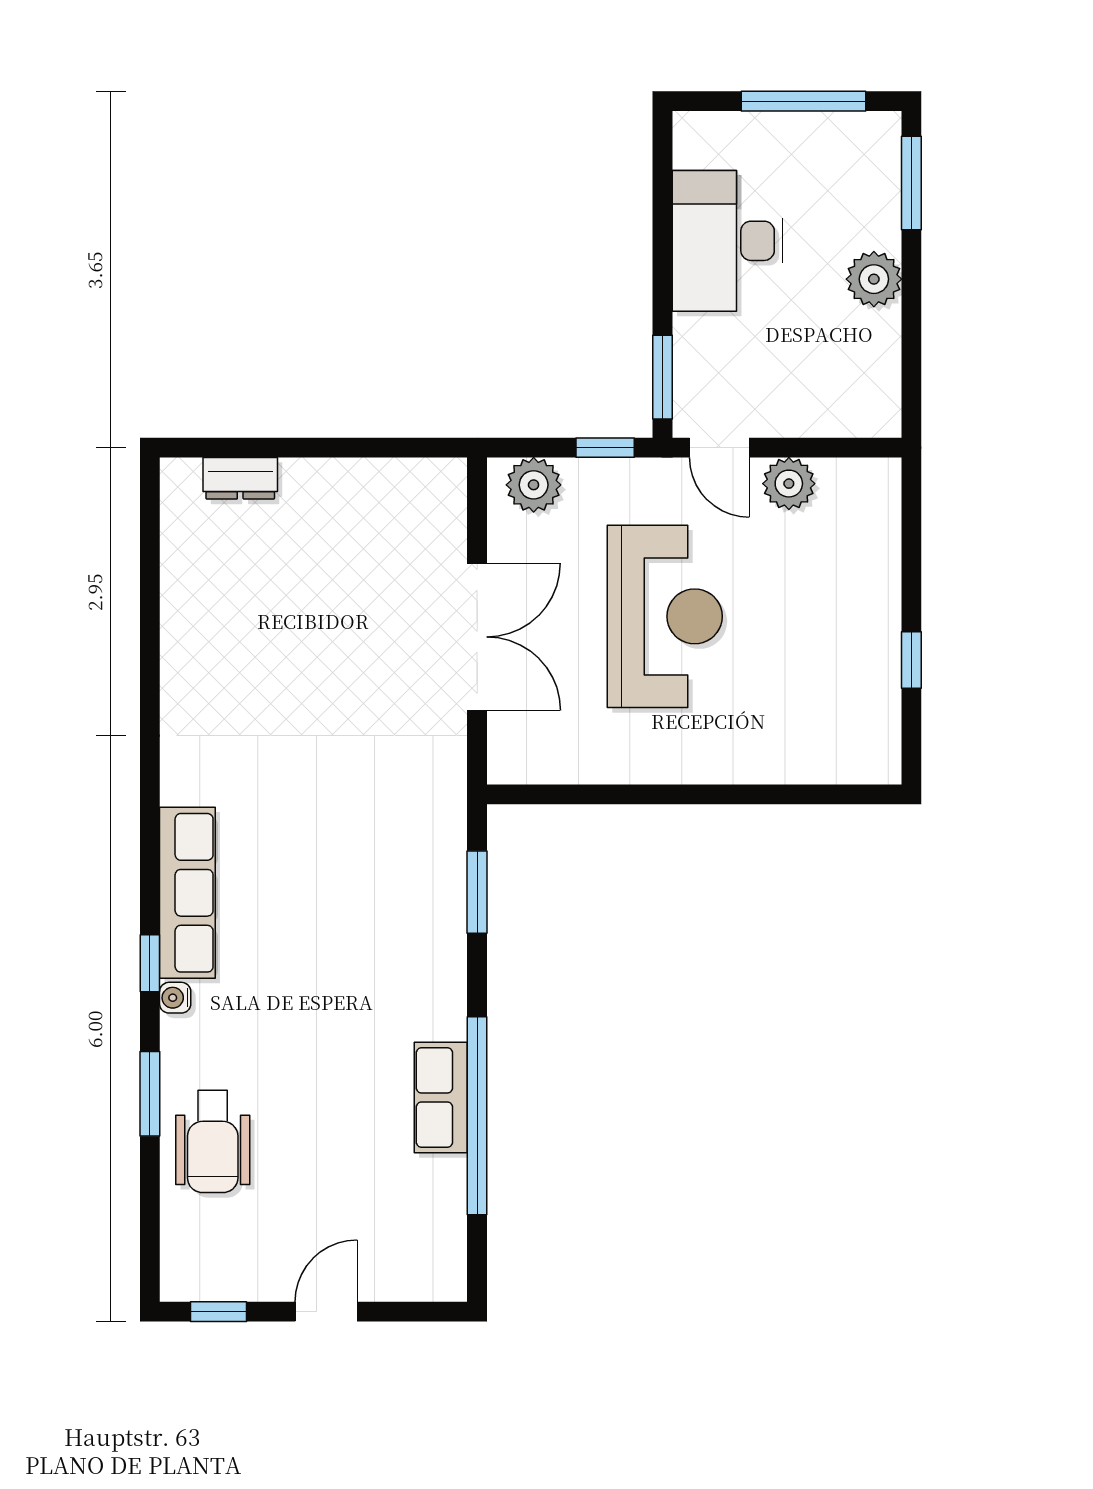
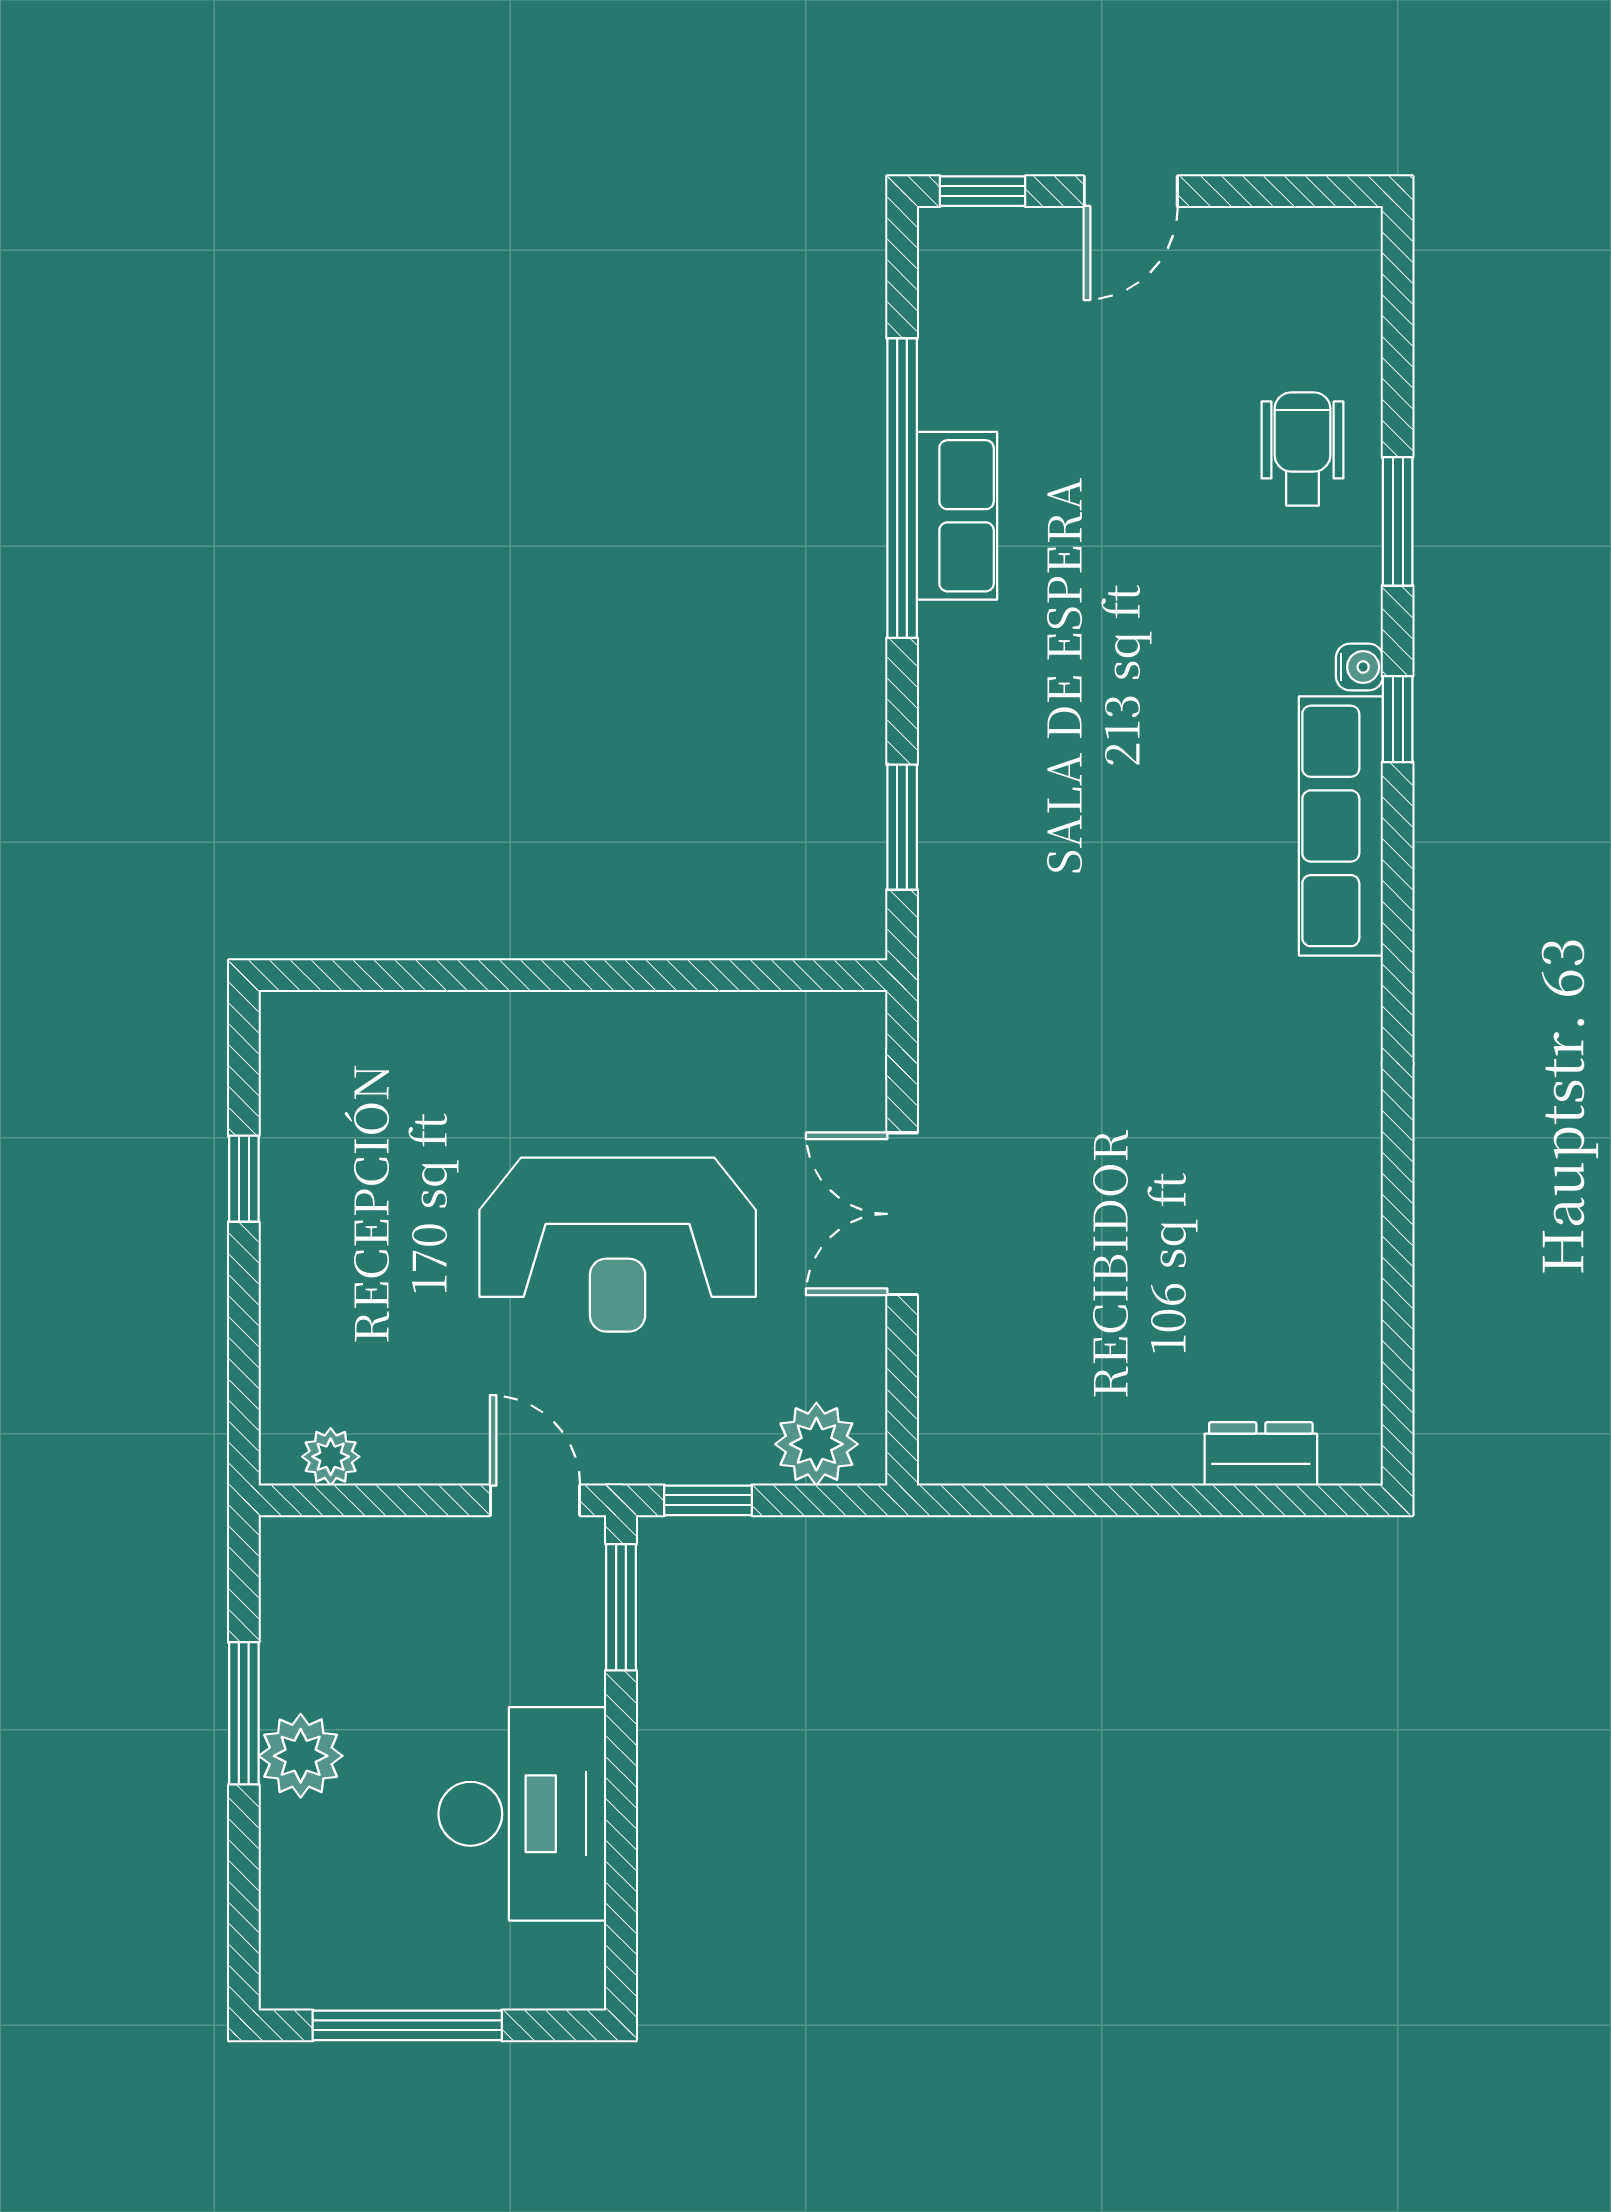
window: (911, 183) -> (244, 1713), moved
plant: (789, 484) -> (331, 1457), moved, width x0.73, depth x0.73
reception desk: (665, 616) -> (618, 1245), turned -90
double door: (477, 637) -> (902, 1214), width x0.73
wheelchair: (213, 1142) -> (1303, 449), width x0.73, depth x0.73
window: (219, 1312) -> (983, 191), moved

